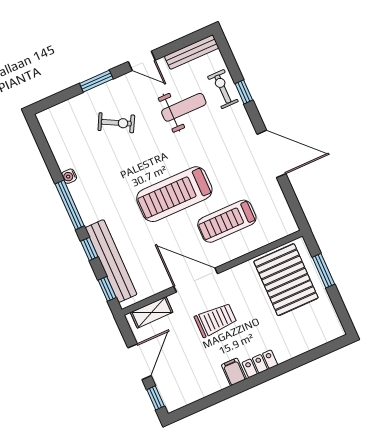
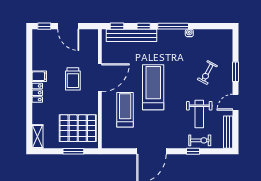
shelving: (152, 312) -> (37, 137), moved

